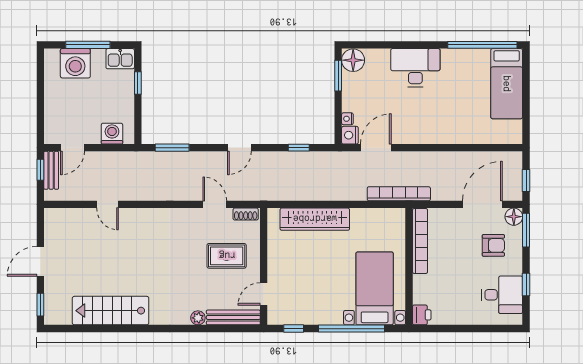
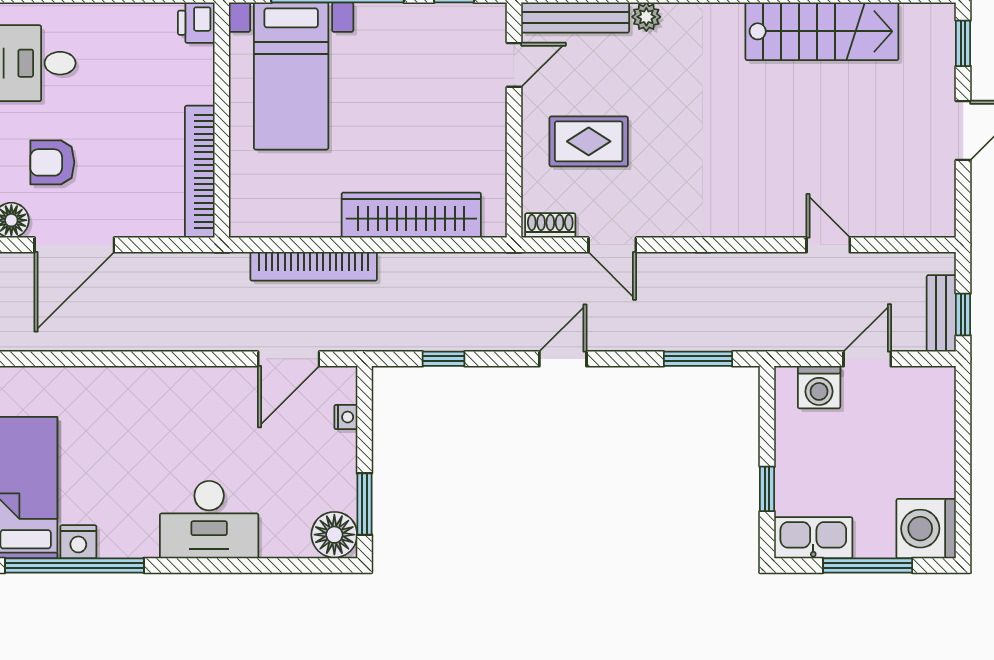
kitchen sink: (120, 59) -> (813, 538), width x1.38
washing machine: (75, 63) -> (926, 529), moved, turned -90
nightstand: (350, 135) -> (78, 542), moved, turned 90
door: (72, 148) -> (867, 359), moved
bookcase: (399, 194) -> (314, 266), moved

